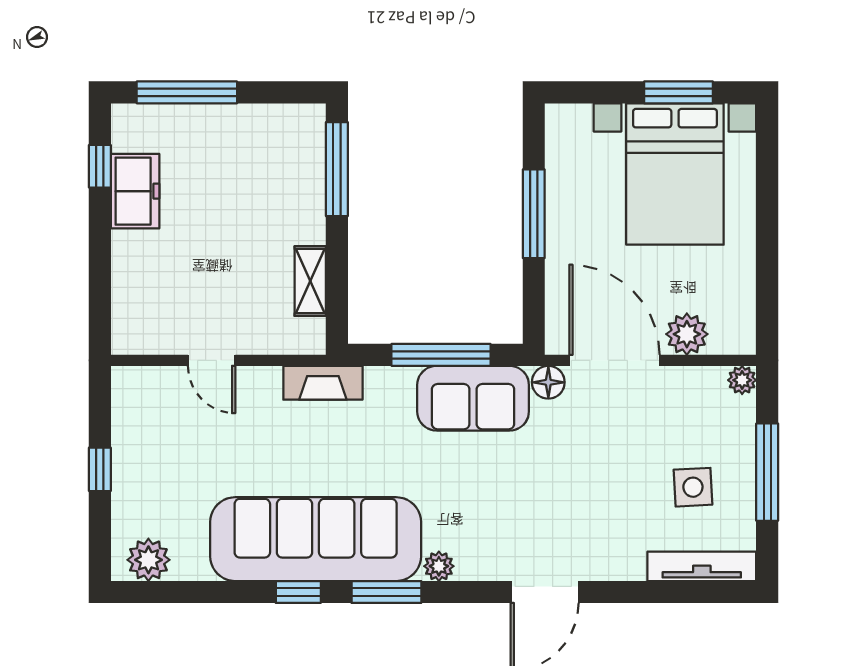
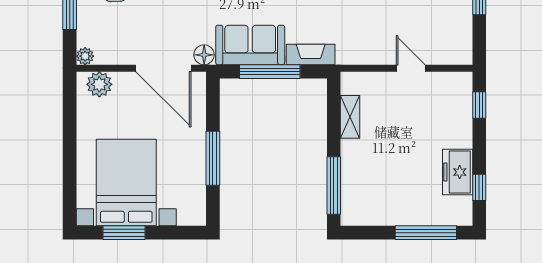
window: (100, 301) -> (479, 105), added
plant: (687, 334) -> (99, 84), moved
fireplace: (323, 383) -> (311, 54), moved

